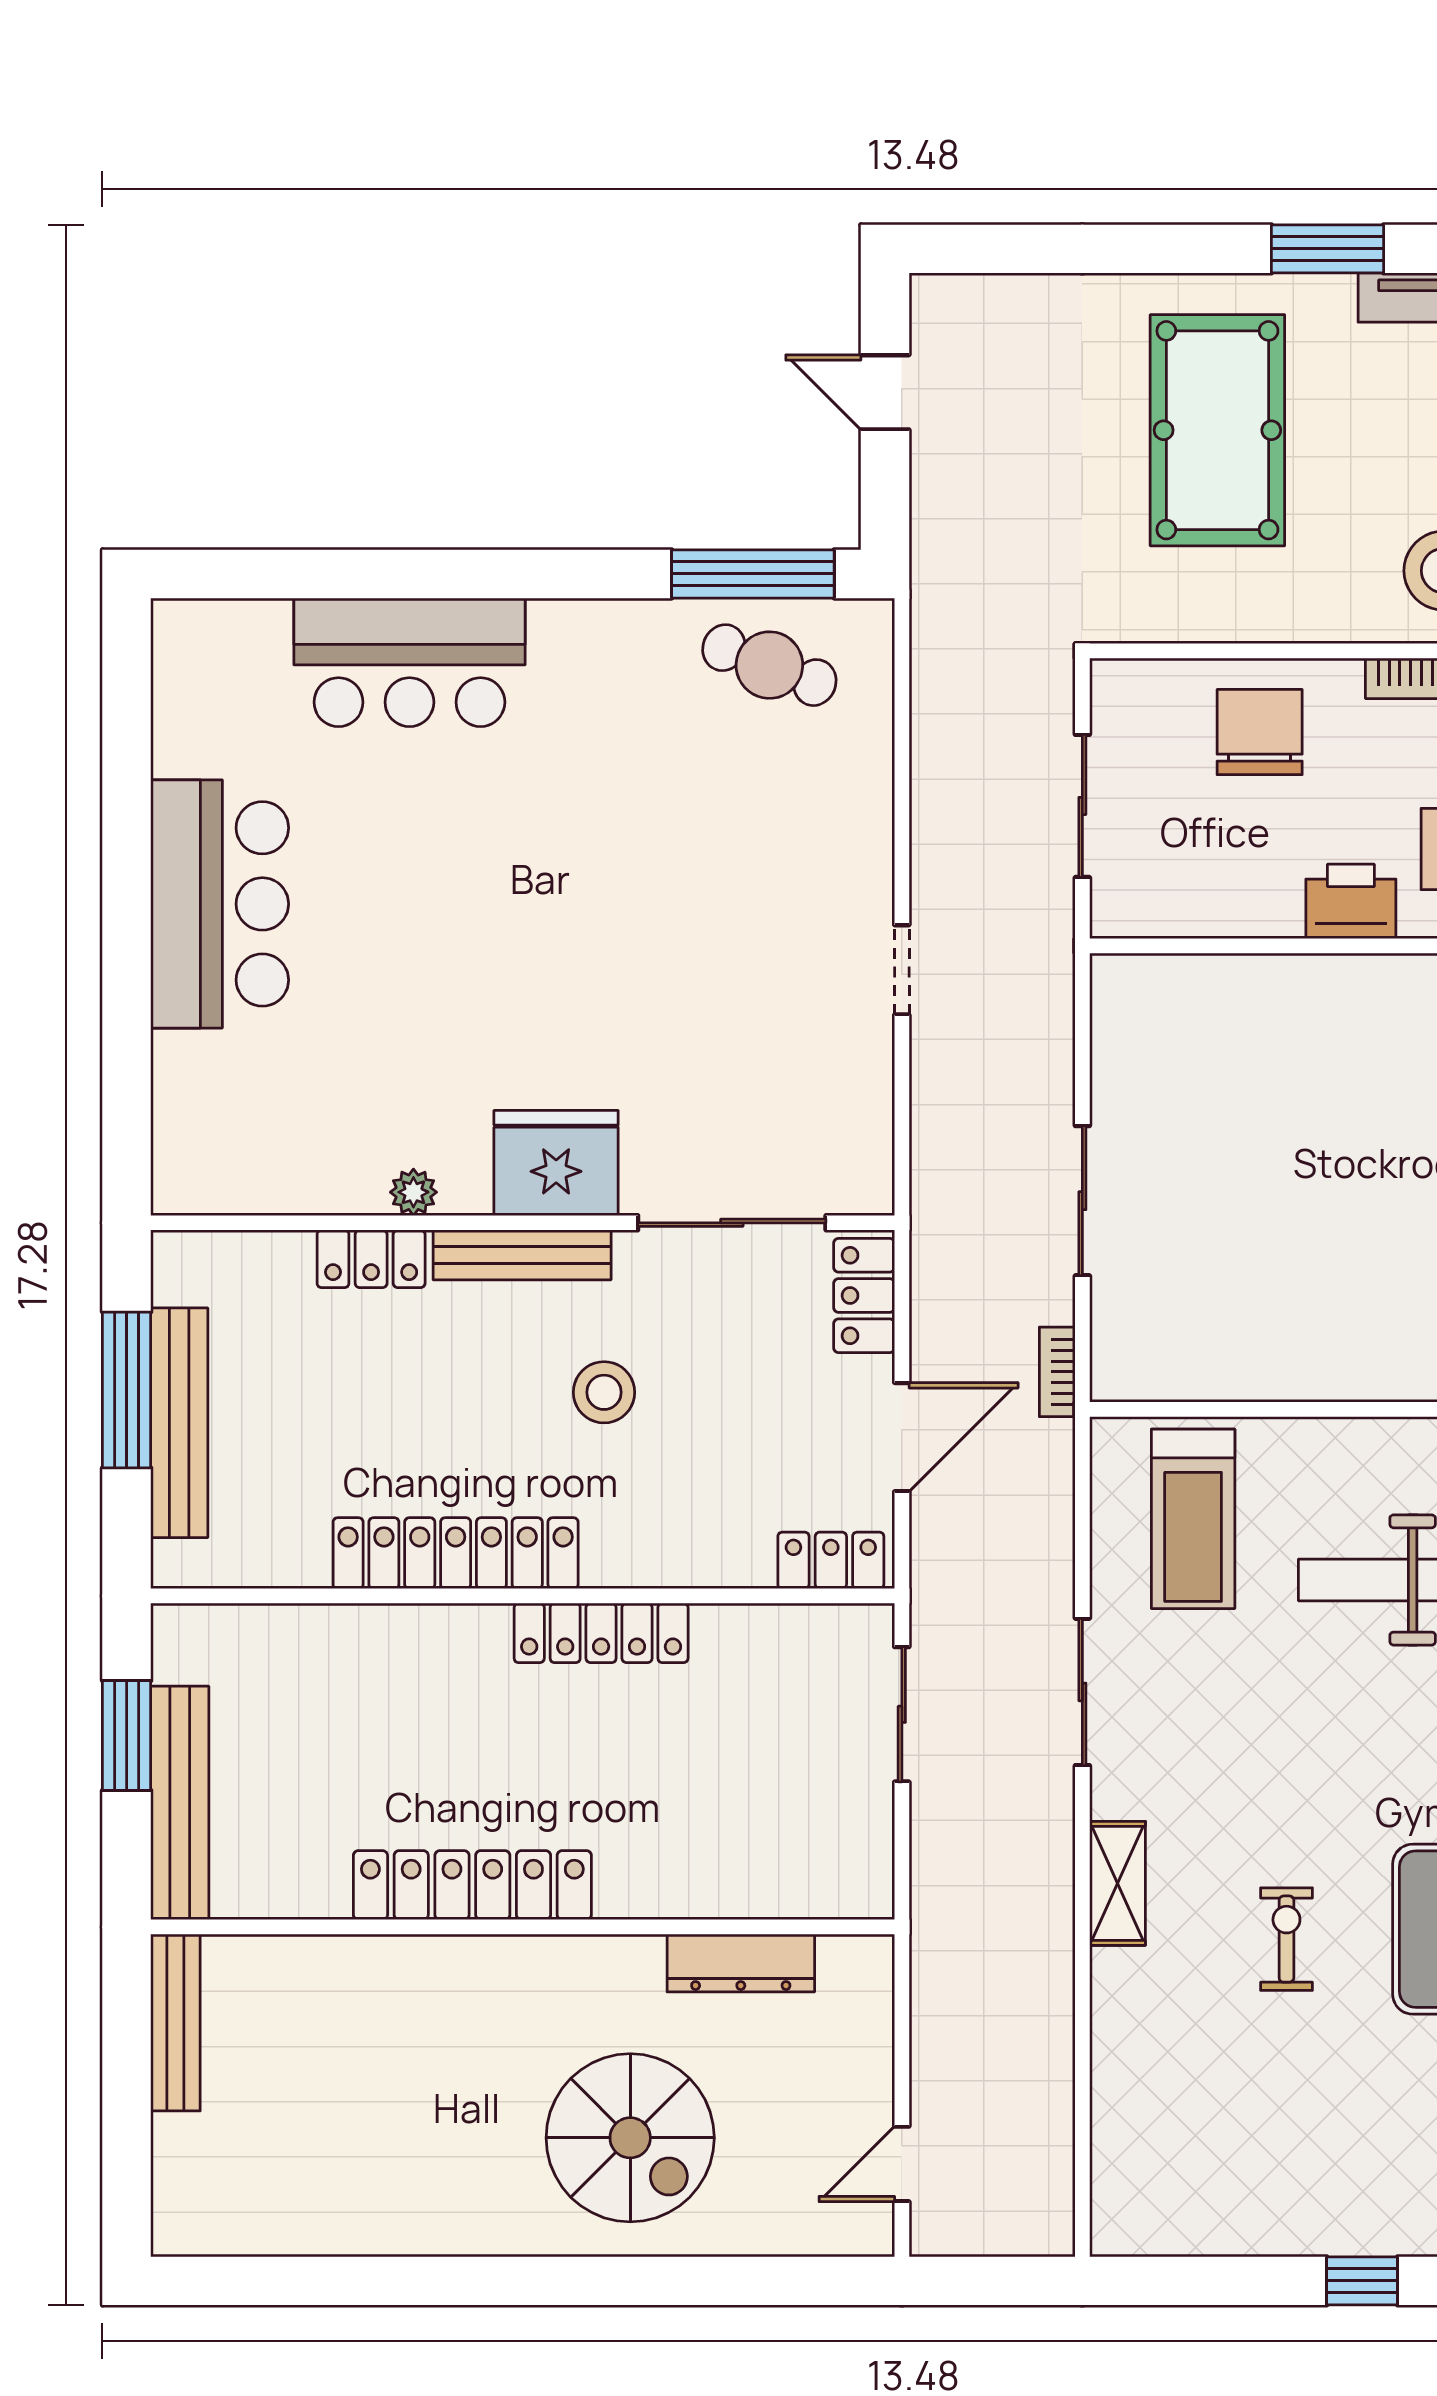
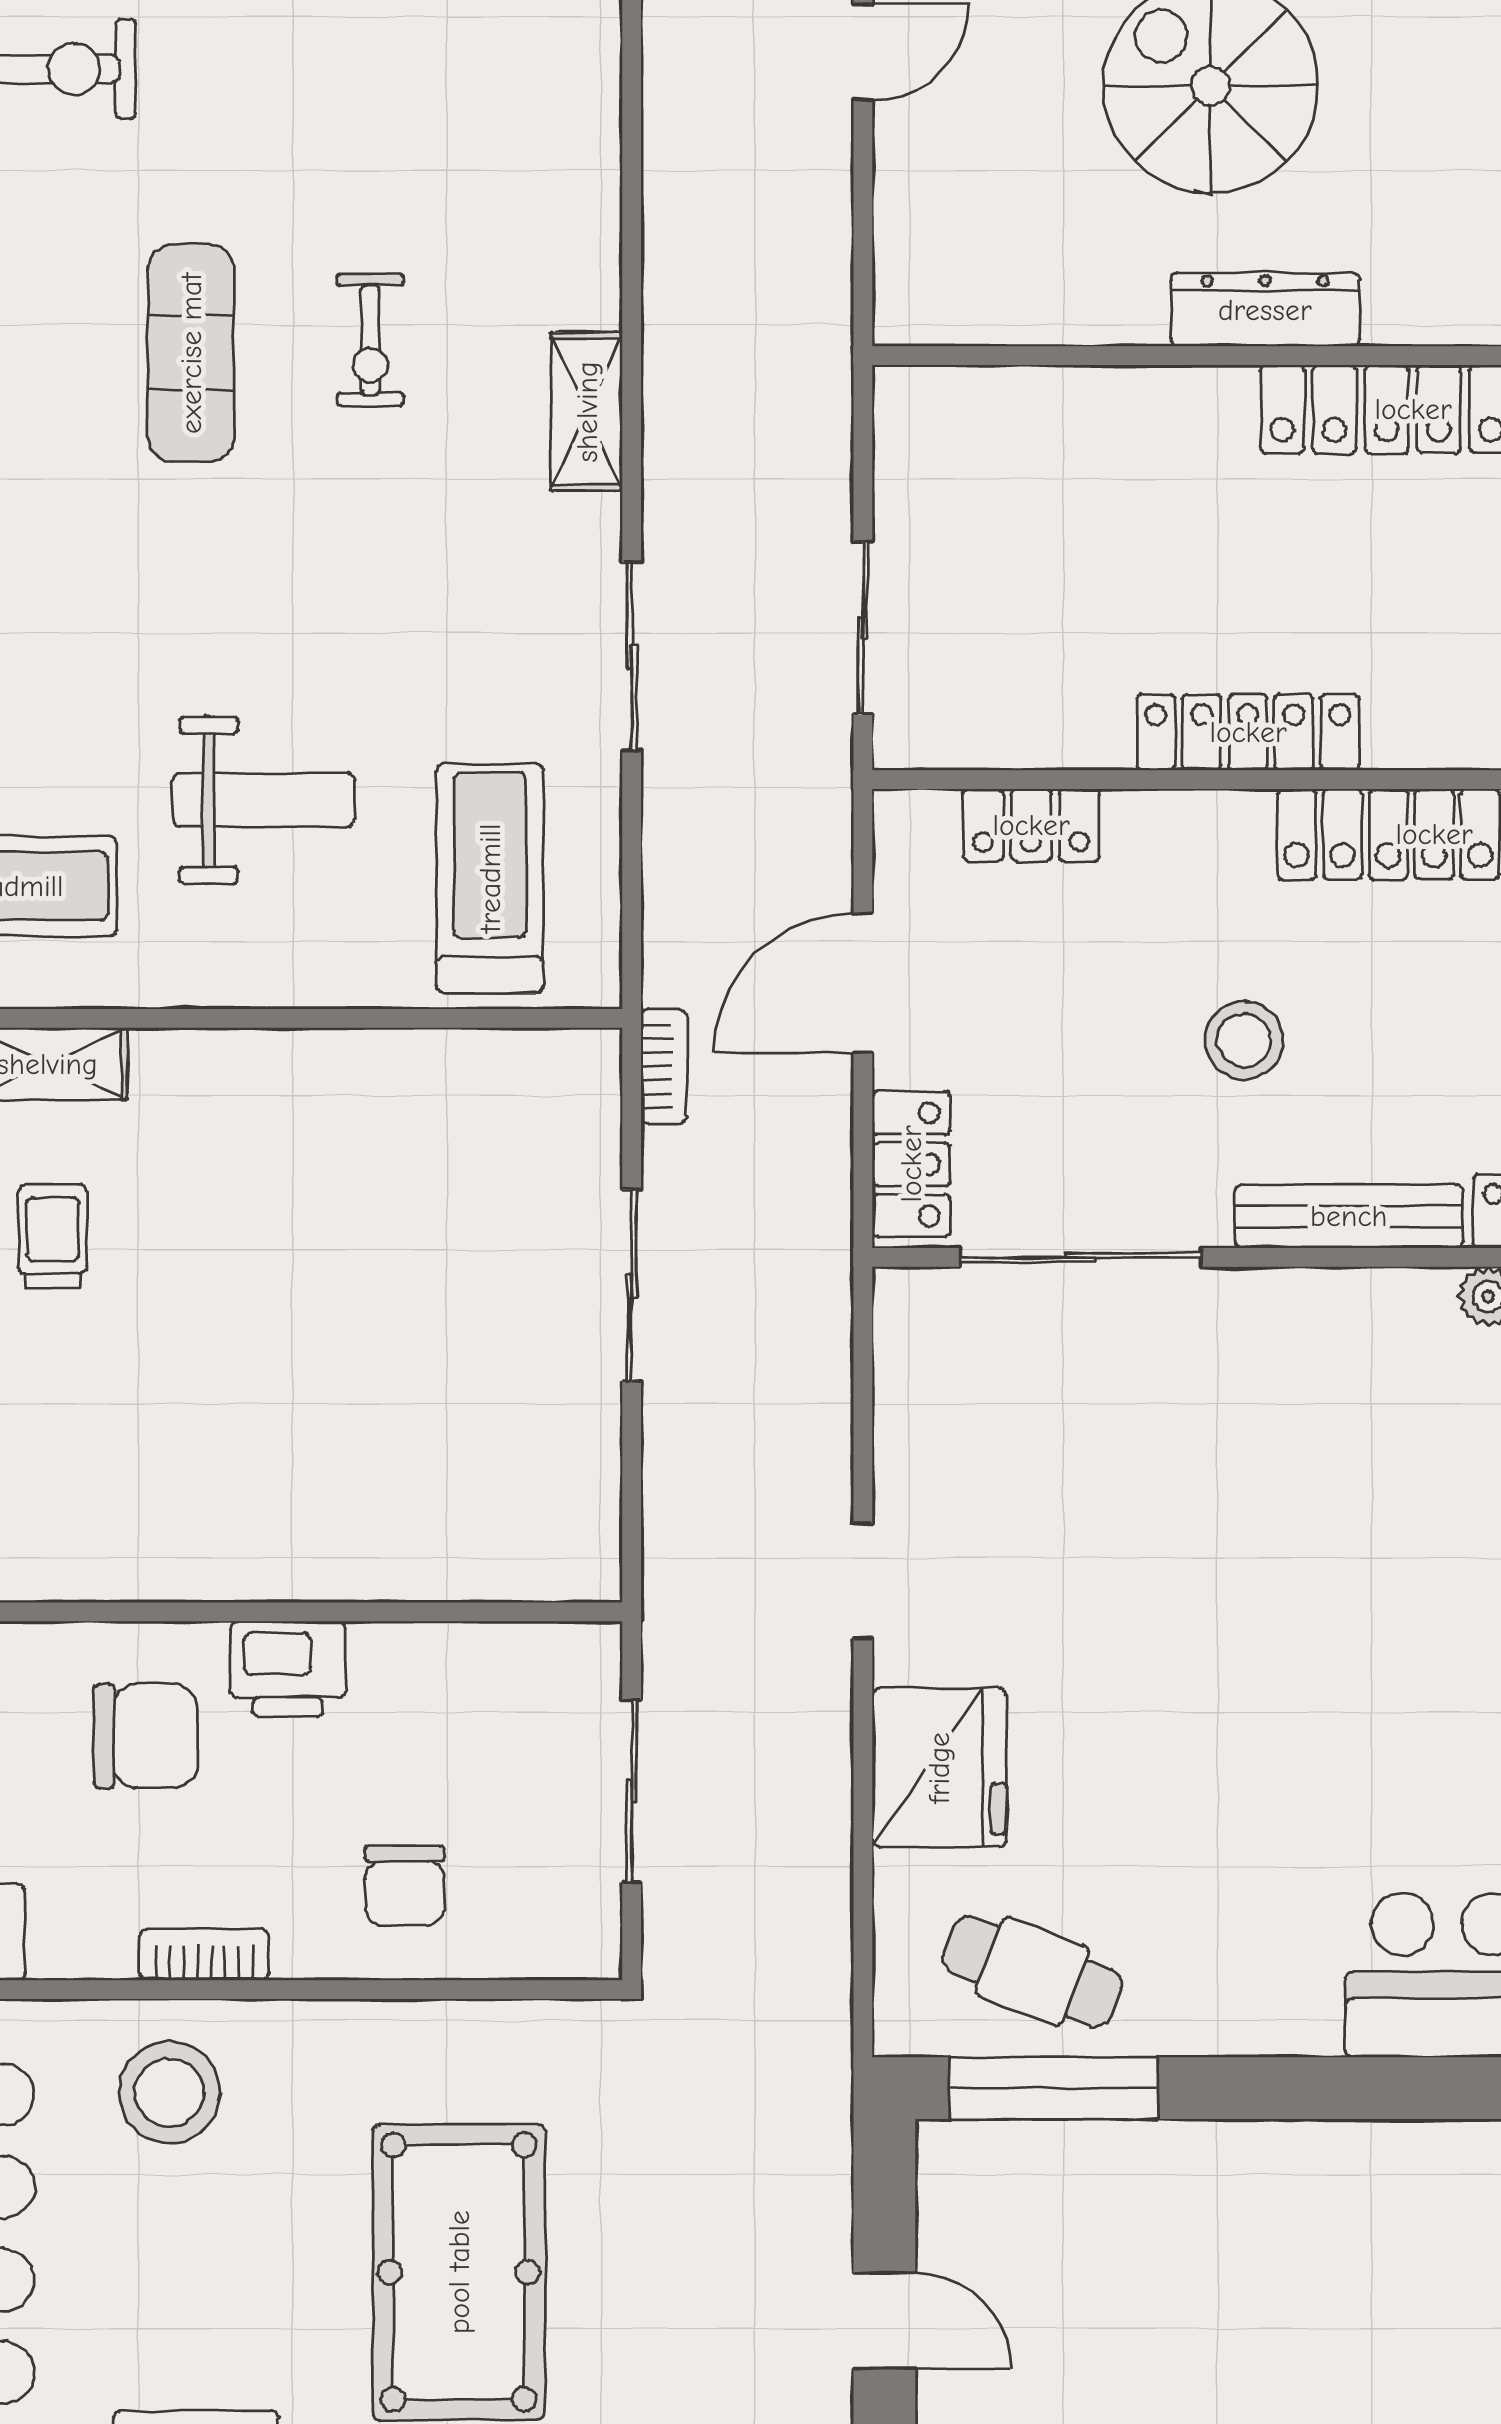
chair: (1260, 732) -> (405, 1886), width x0.73, depth x0.73
fridge: (556, 1163) -> (939, 1768), moved, turned -90
locker: (831, 1560) -> (1031, 825), moved
dresser: (741, 1963) -> (1265, 310), moved

